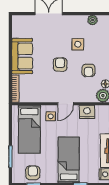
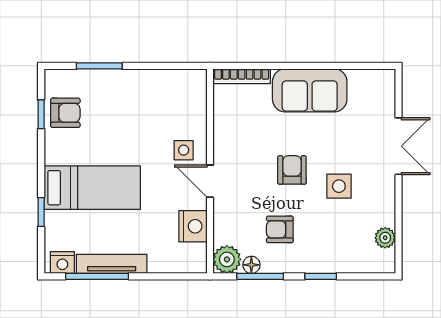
side table: (78, 44) -> (339, 186), moved
armchair: (60, 65) -> (292, 170), turned -90
bed: (29, 129) -> (157, 106), removed

